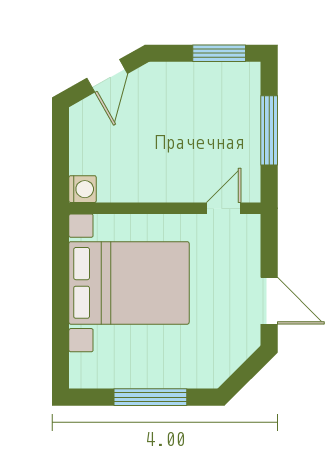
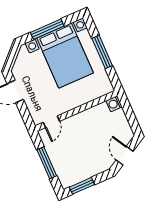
bed with nightstands: (129, 283) -> (65, 56), moved, turned -90
window: (61, 303) -> (102, 52), added

